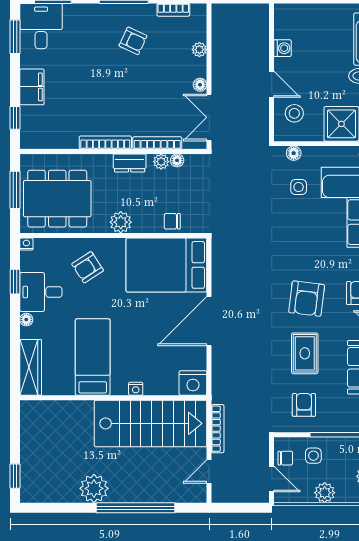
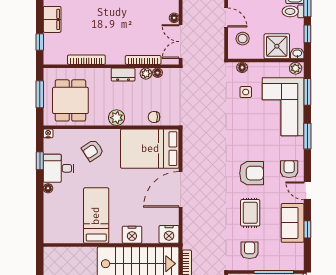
bookcase: (105, 142) -> (86, 60), moved
dining table: (57, 199) -> (70, 100), width x0.73
armchair: (307, 299) -> (252, 173), turned -97
wardrobe: (31, 367) -> (51, 223), removed
nightstand: (136, 389) -> (132, 235), width x1.89, depth x1.79

